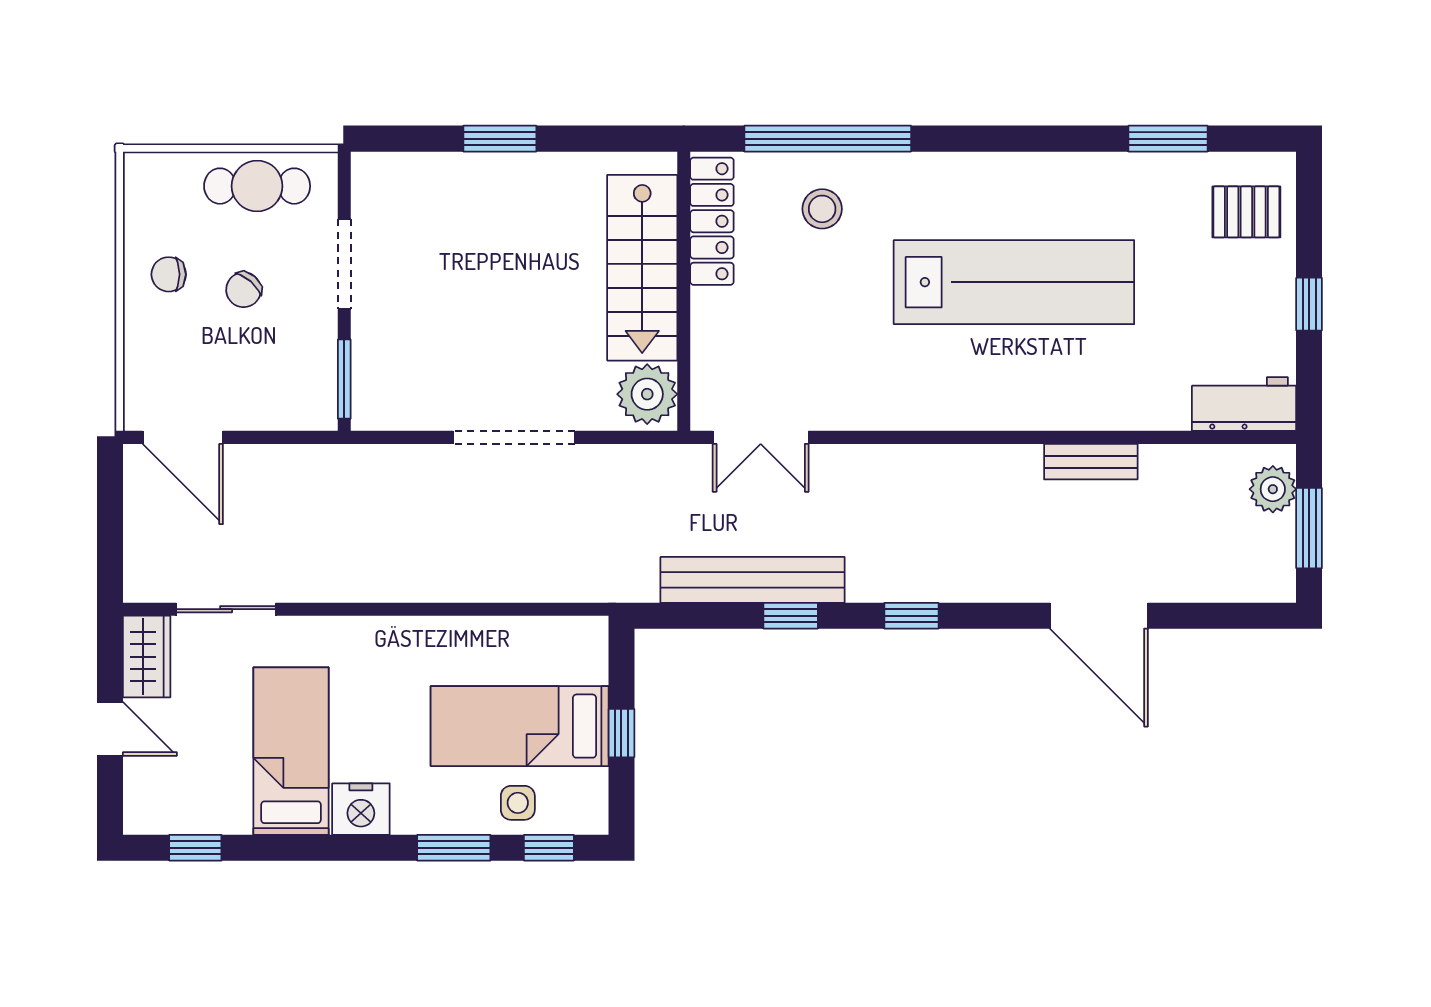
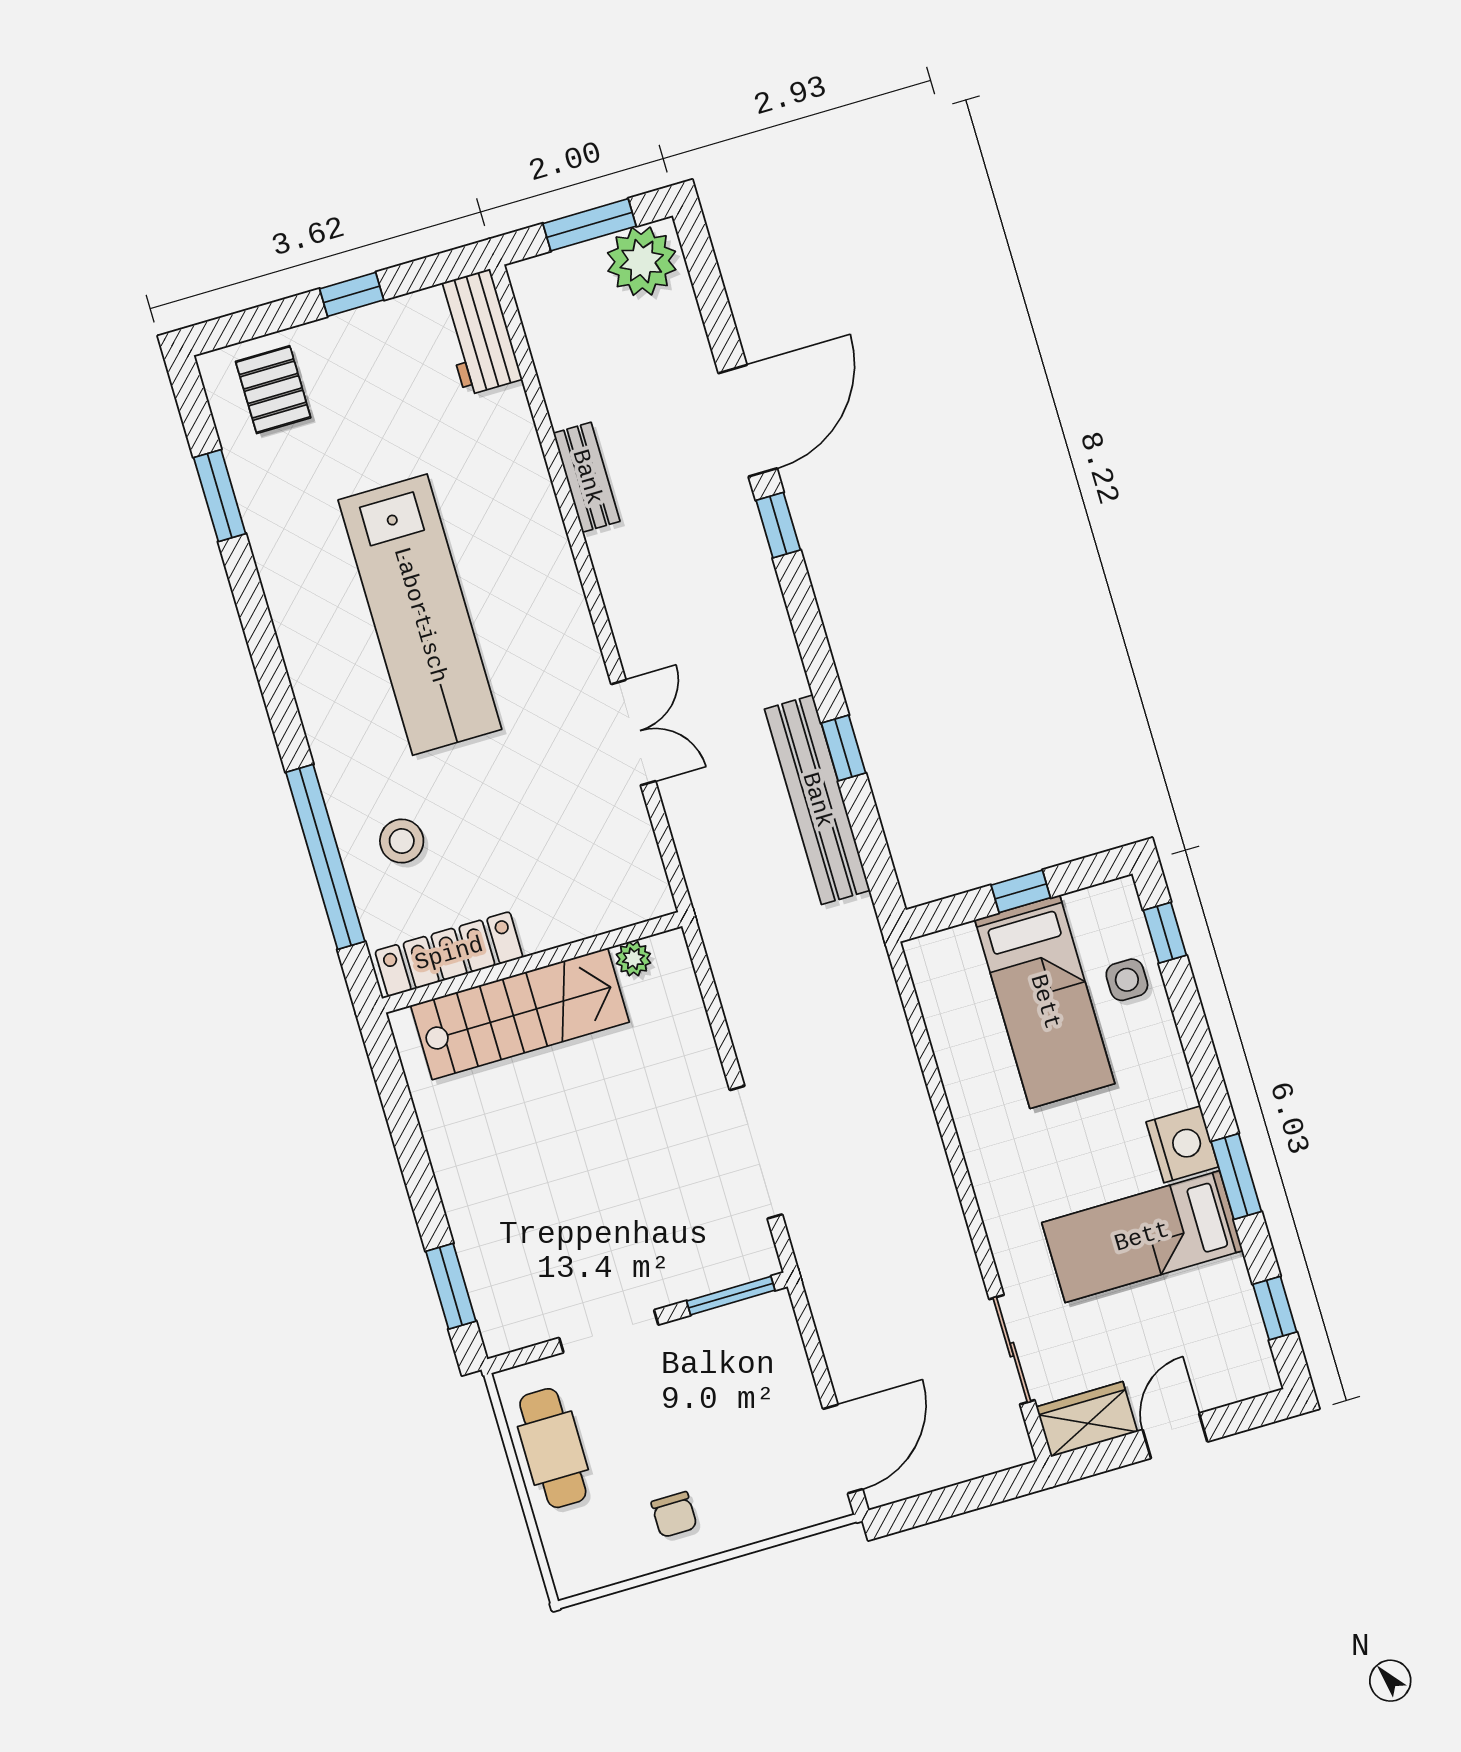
window: (500, 139) -> (451, 1286), moved
lab bench: (1014, 282) -> (420, 615), turned 180
chair: (244, 290) -> (667, 1430), removed
plant: (647, 394) -> (633, 959), width x0.53, depth x0.53
doorway: (514, 437) -> (756, 1152), moved
double door: (761, 437) -> (633, 733), moved
plant: (1273, 489) -> (642, 261), moved, width x1.36, depth x1.36
window: (911, 616) -> (778, 525), moved
window: (454, 848) -> (1236, 1176), moved

